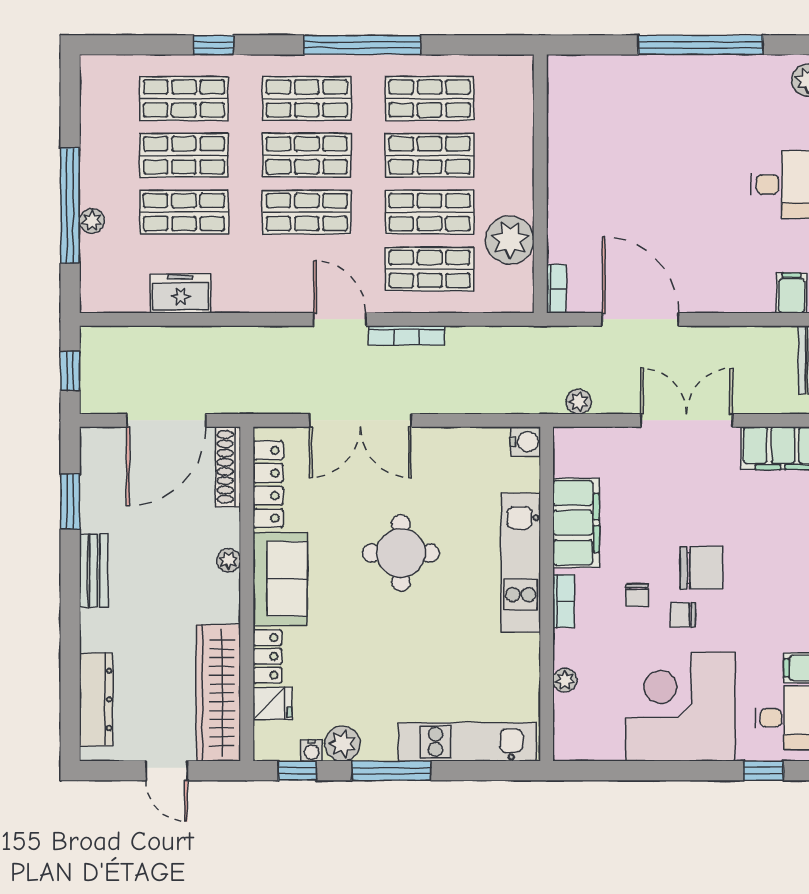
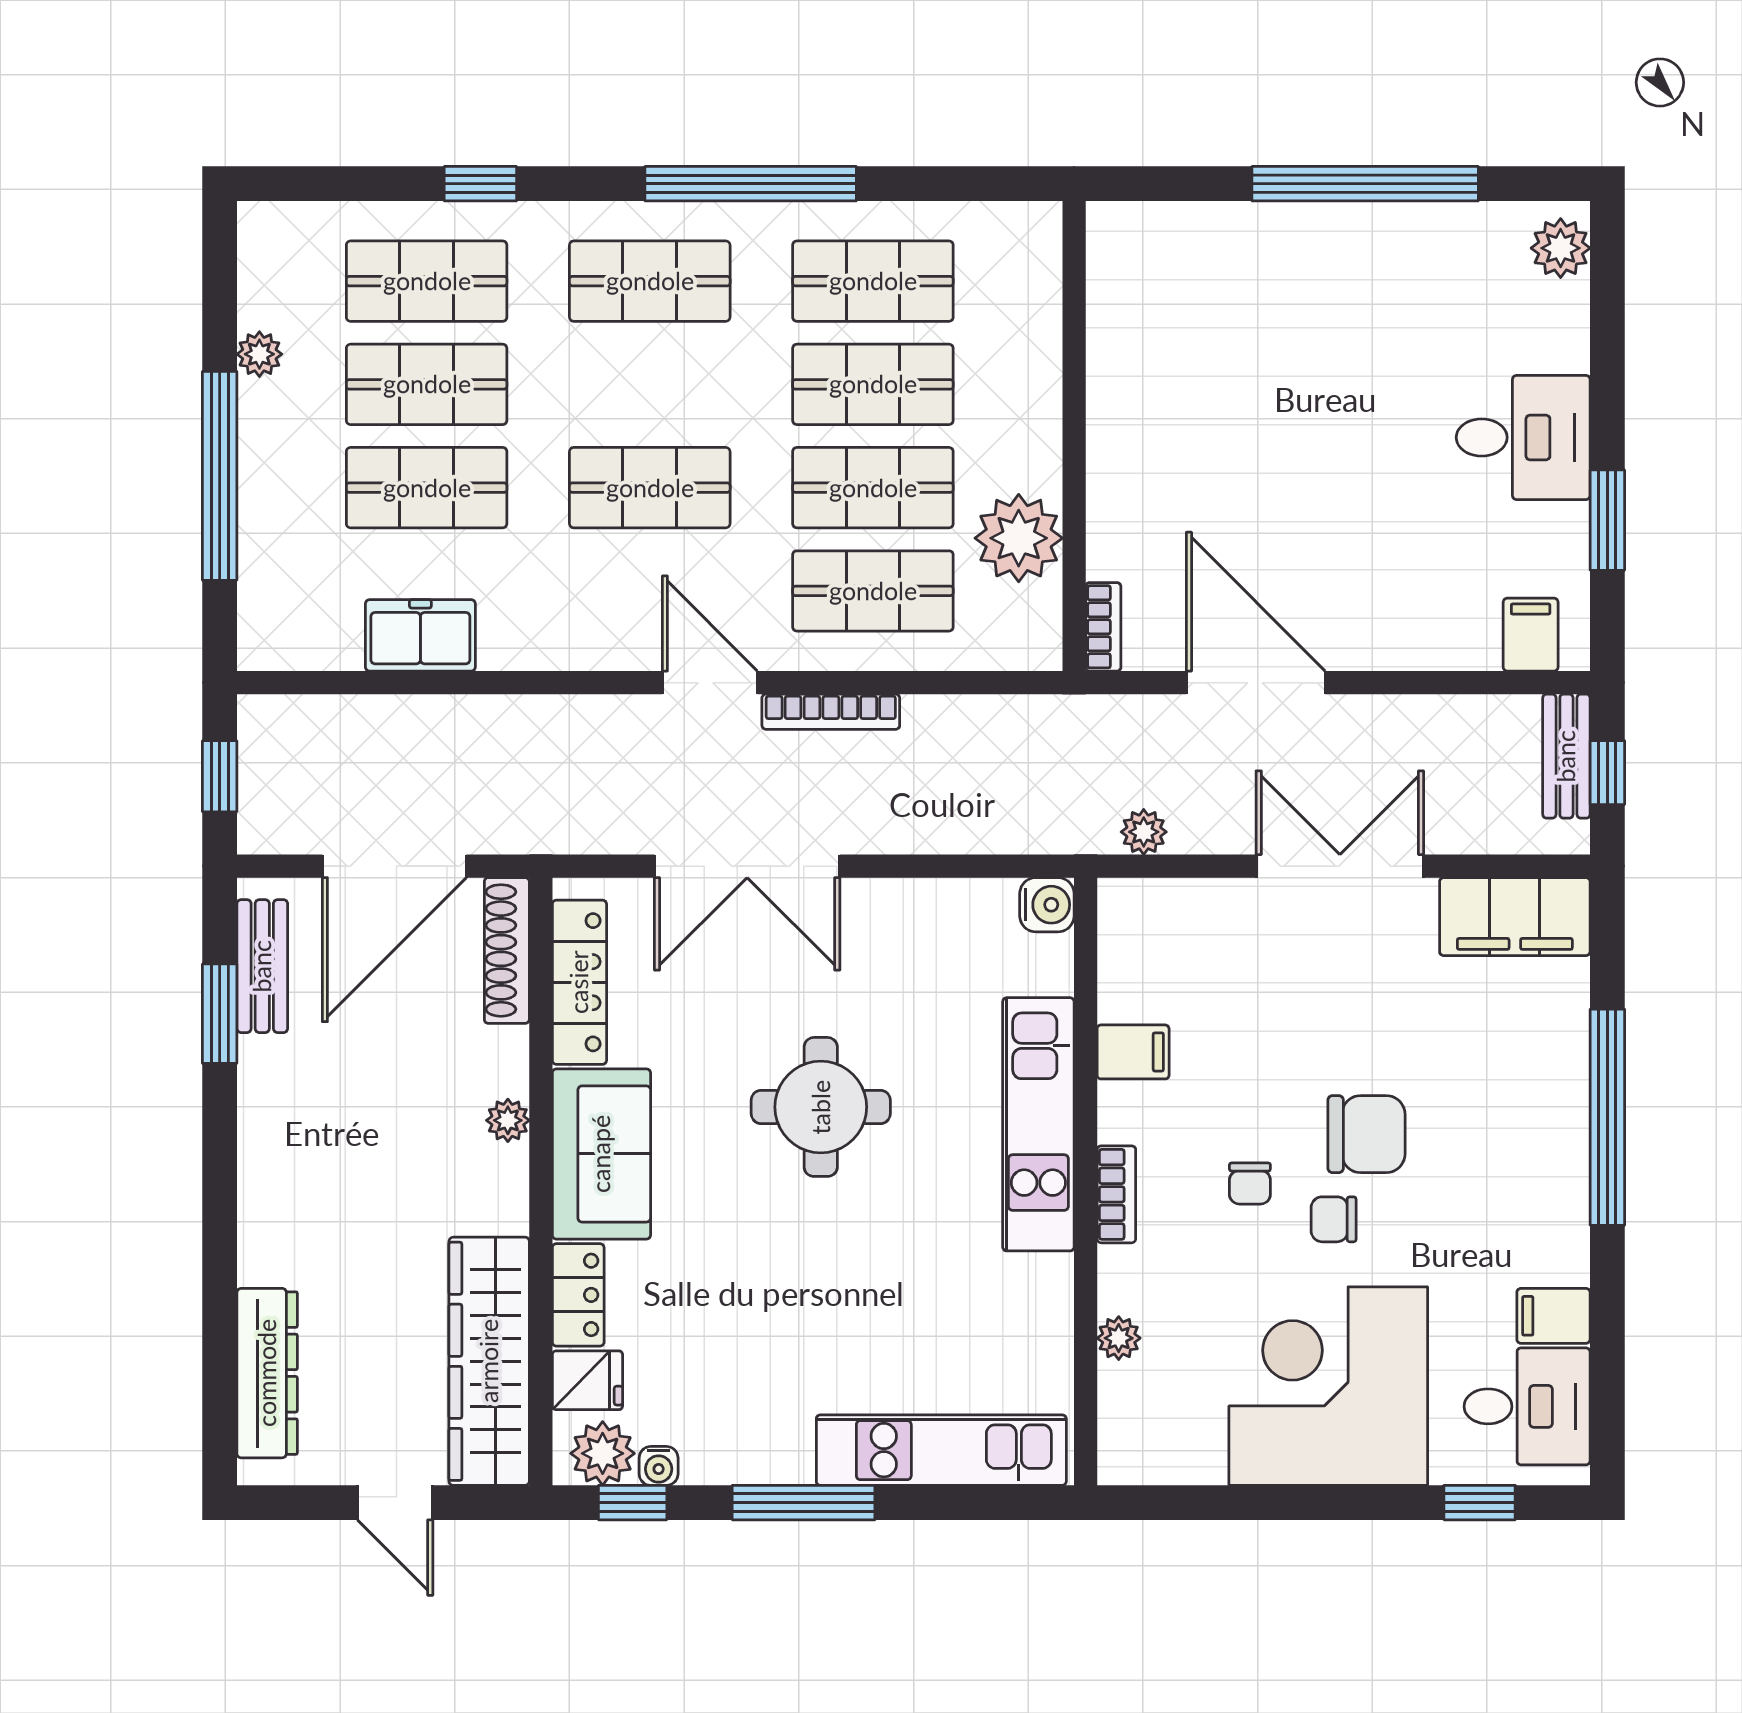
shop shelf: (307, 155) -> (650, 384), removed
plant: (92, 221) -> (259, 354), moved
filing cabinet: (576, 523) -> (1133, 1052), width x0.33, depth x0.86
bench: (94, 571) -> (262, 966), moved
plant: (342, 744) -> (603, 1453), moved

